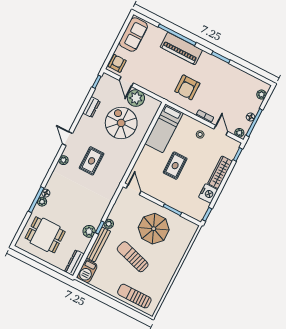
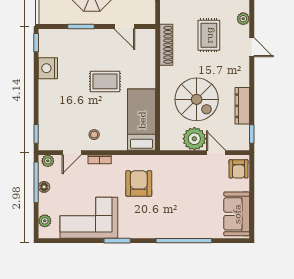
piano: (181, 49) -> (170, 227), removed
corner sofa: (231, 82) -> (89, 218), added
dresser: (91, 107) -> (242, 106), width x1.44
door: (221, 130) -> (72, 153), hinge flipped
rug: (175, 166) -> (105, 81), turned 90
shoe rack: (123, 169) -> (166, 45), added
wardrobe: (220, 172) -> (47, 101), removed
door: (134, 190) -> (124, 27), moved

